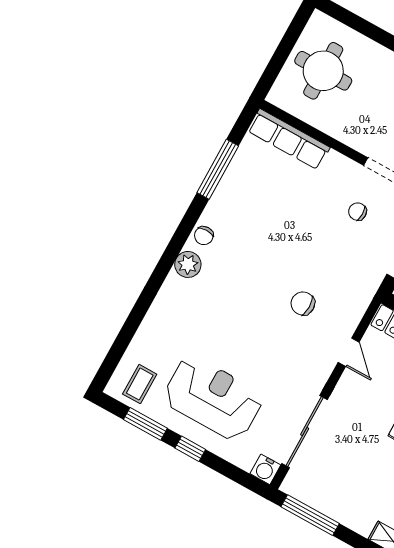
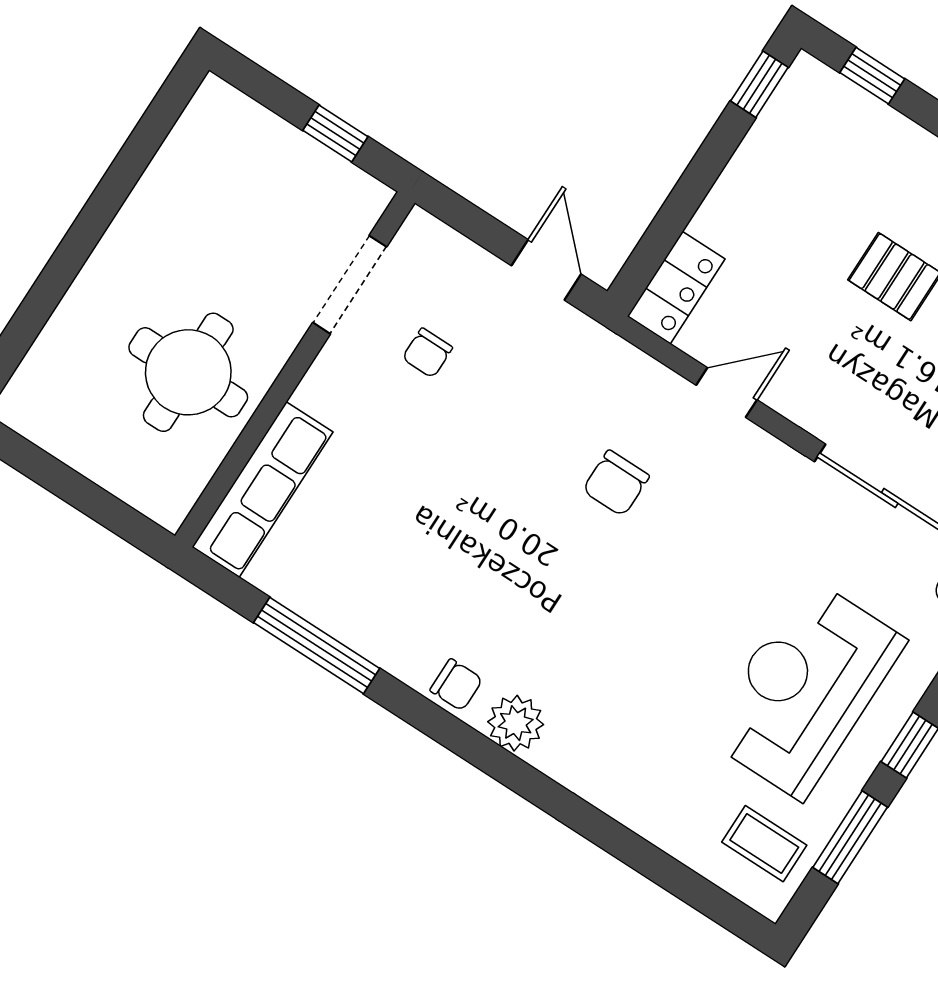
round table: (323, 71) -> (188, 372), moved

